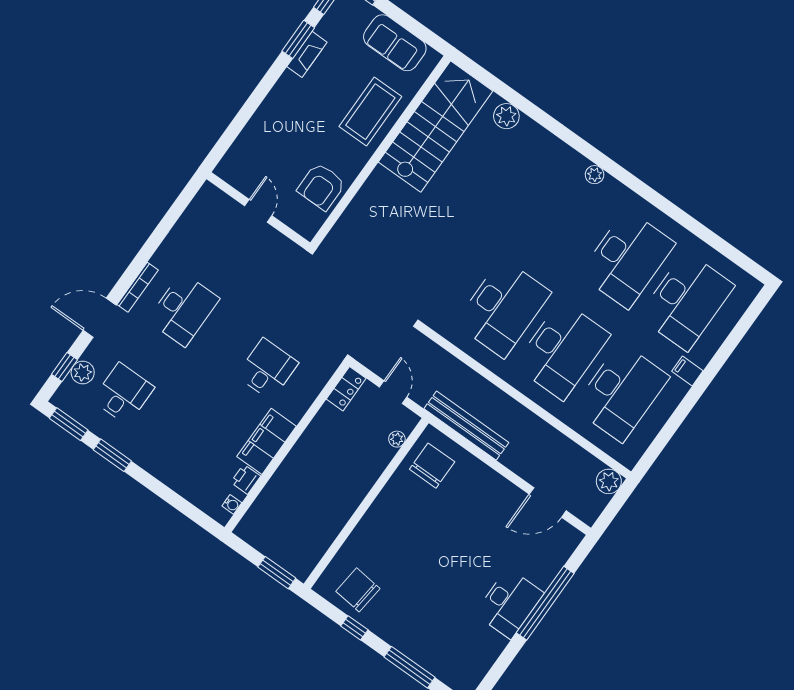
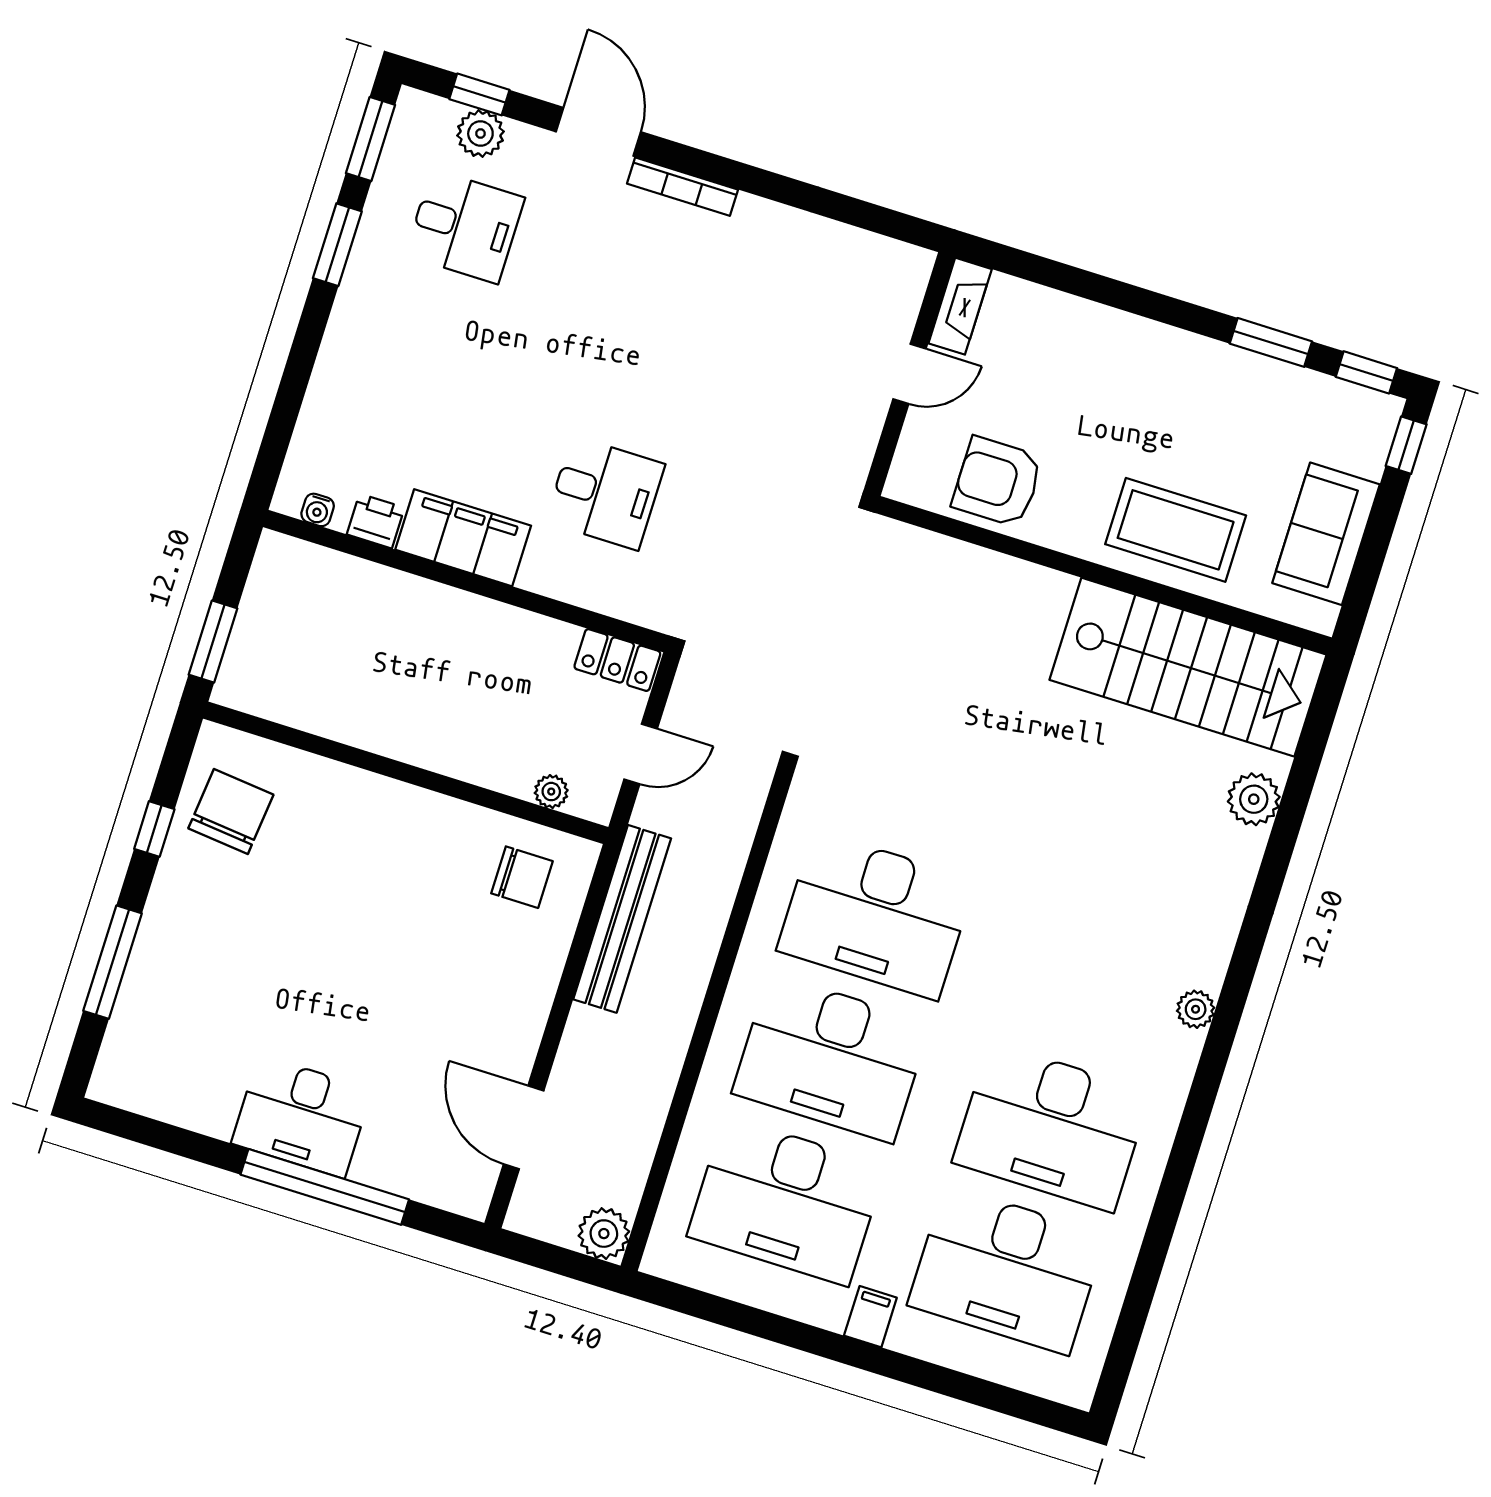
fireplace: (307, 54) -> (960, 306), moved, turned -90
desk: (183, 309) -> (669, 290), removed
chair: (432, 466) -> (522, 877), width x0.73, depth x0.73

